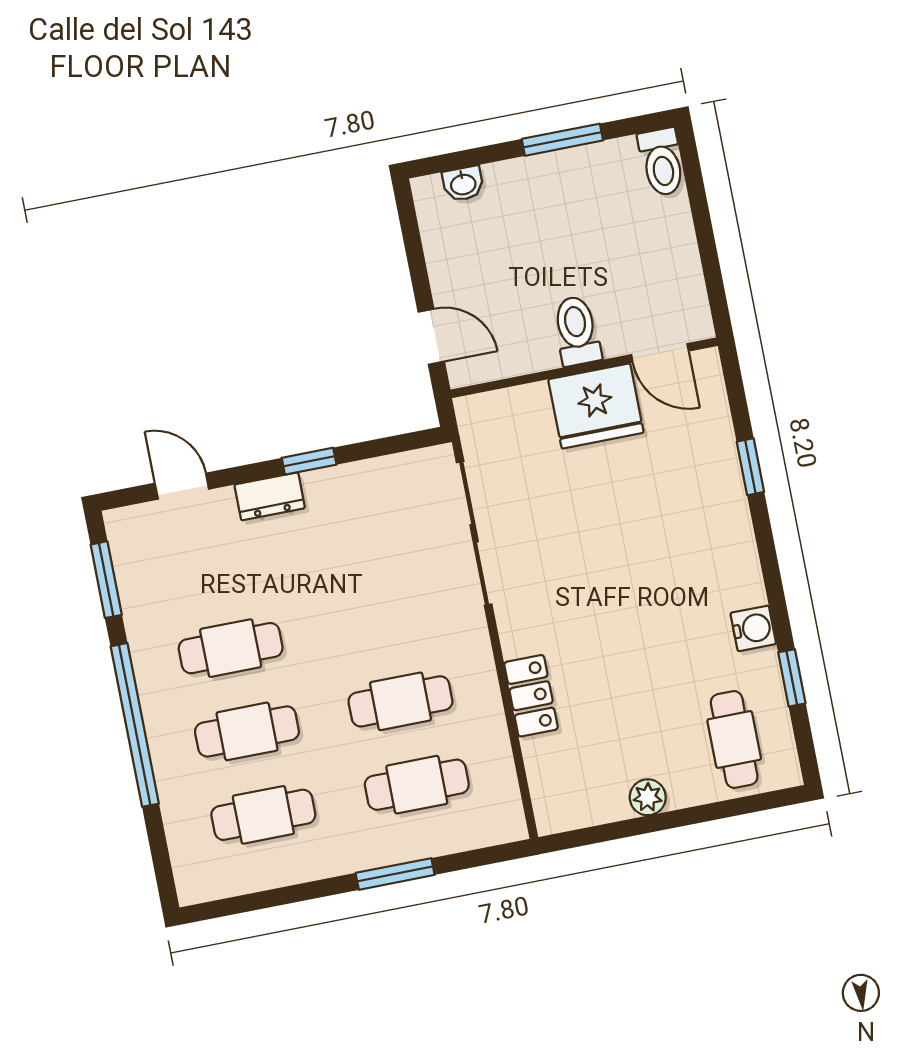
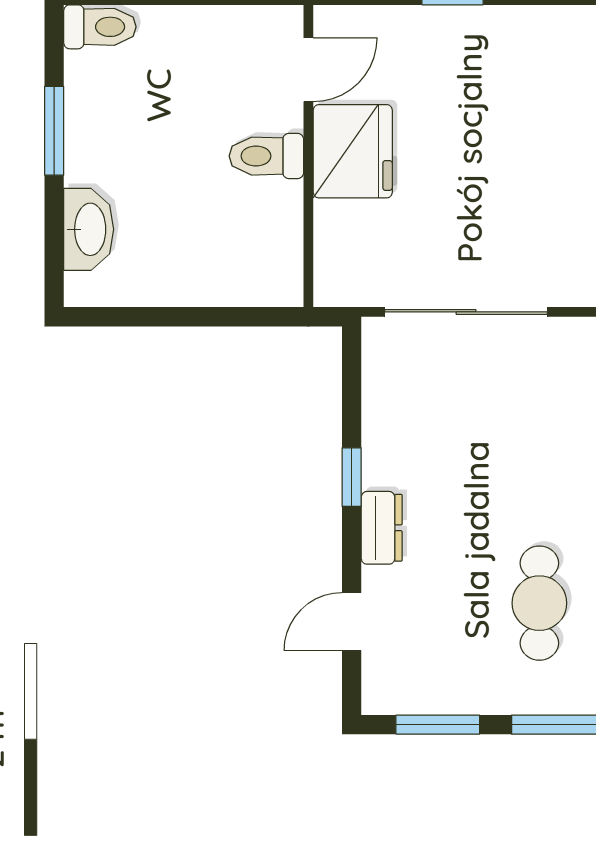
washbasin: (463, 184) -> (89, 229), width x1.91, depth x1.45
door: (431, 337) -> (242, 317), removed

